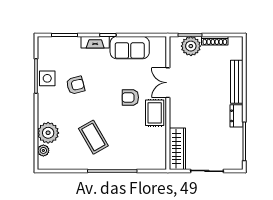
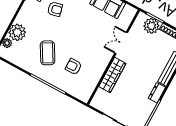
armchair: (130, 97) -> (73, 67), moved
rug: (155, 113) -> (100, 59), removed
wardrobe: (177, 149) -> (112, 75), moved

